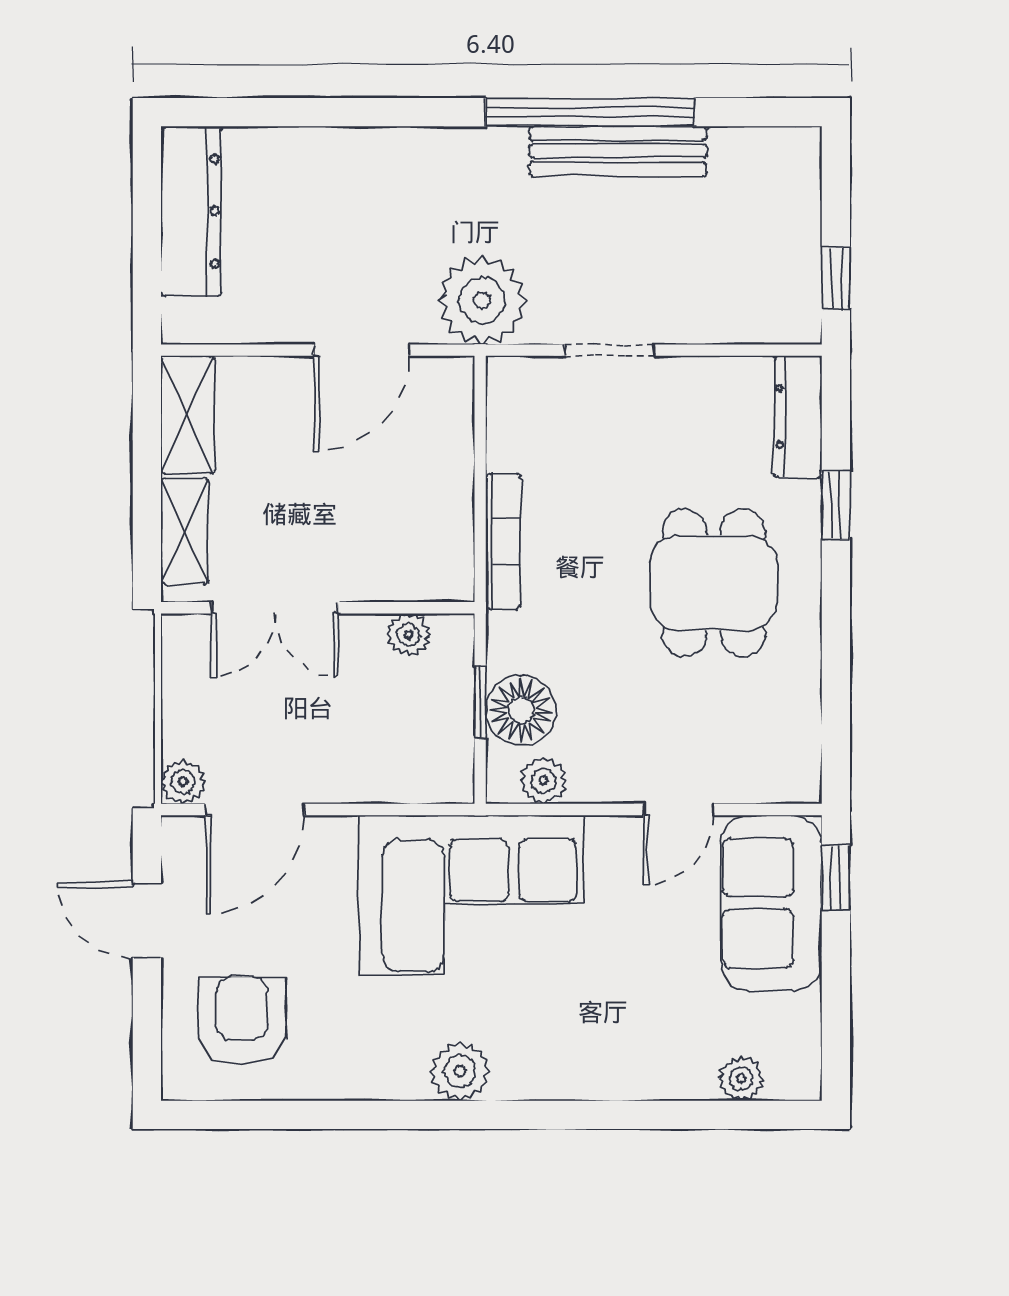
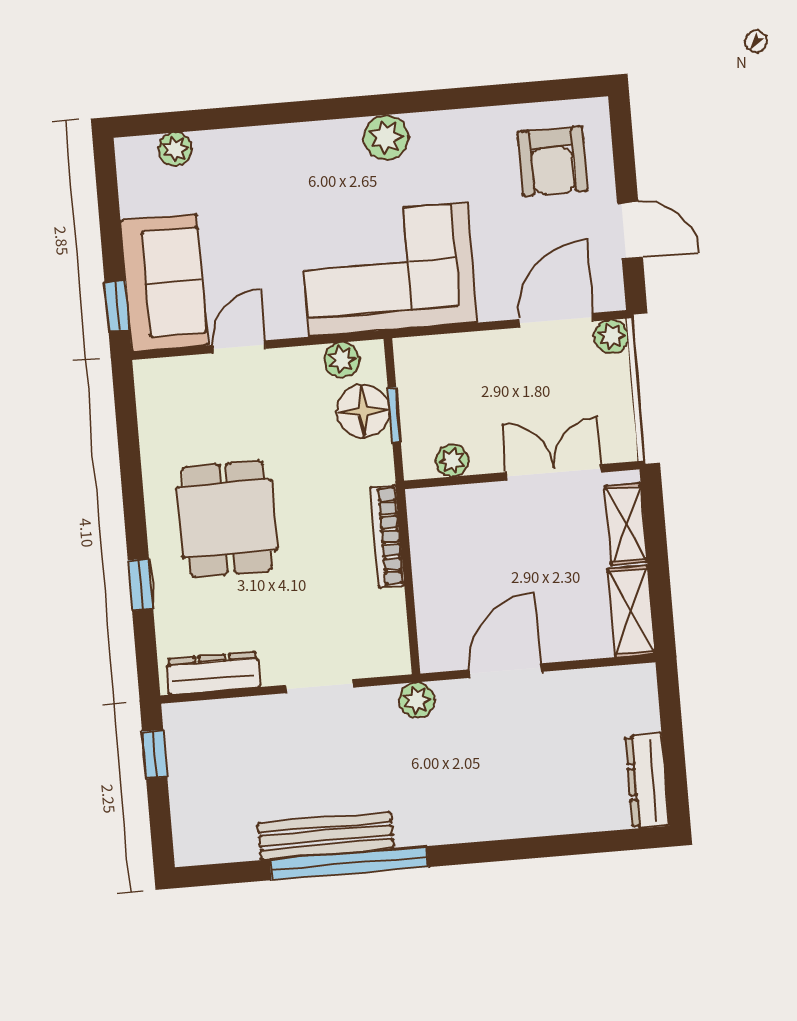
dresser: (191, 211) -> (647, 781), width x0.73, depth x0.80
plant: (482, 300) -> (417, 700), width x0.53, depth x0.53
dresser: (798, 417) -> (213, 673), moved, turned -90

